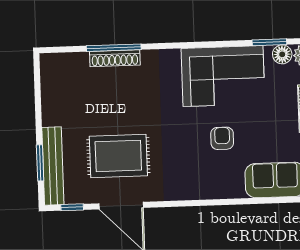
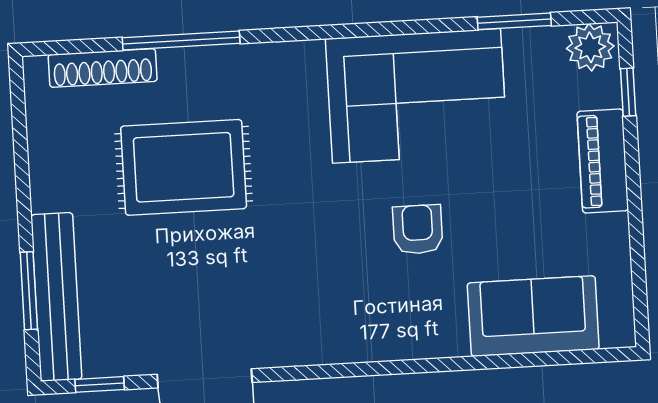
floor lamp: (282, 54) -> (542, 47), removed
shoe rack: (115, 58) -> (103, 68), moved
rug: (118, 156) -> (184, 167), moved

